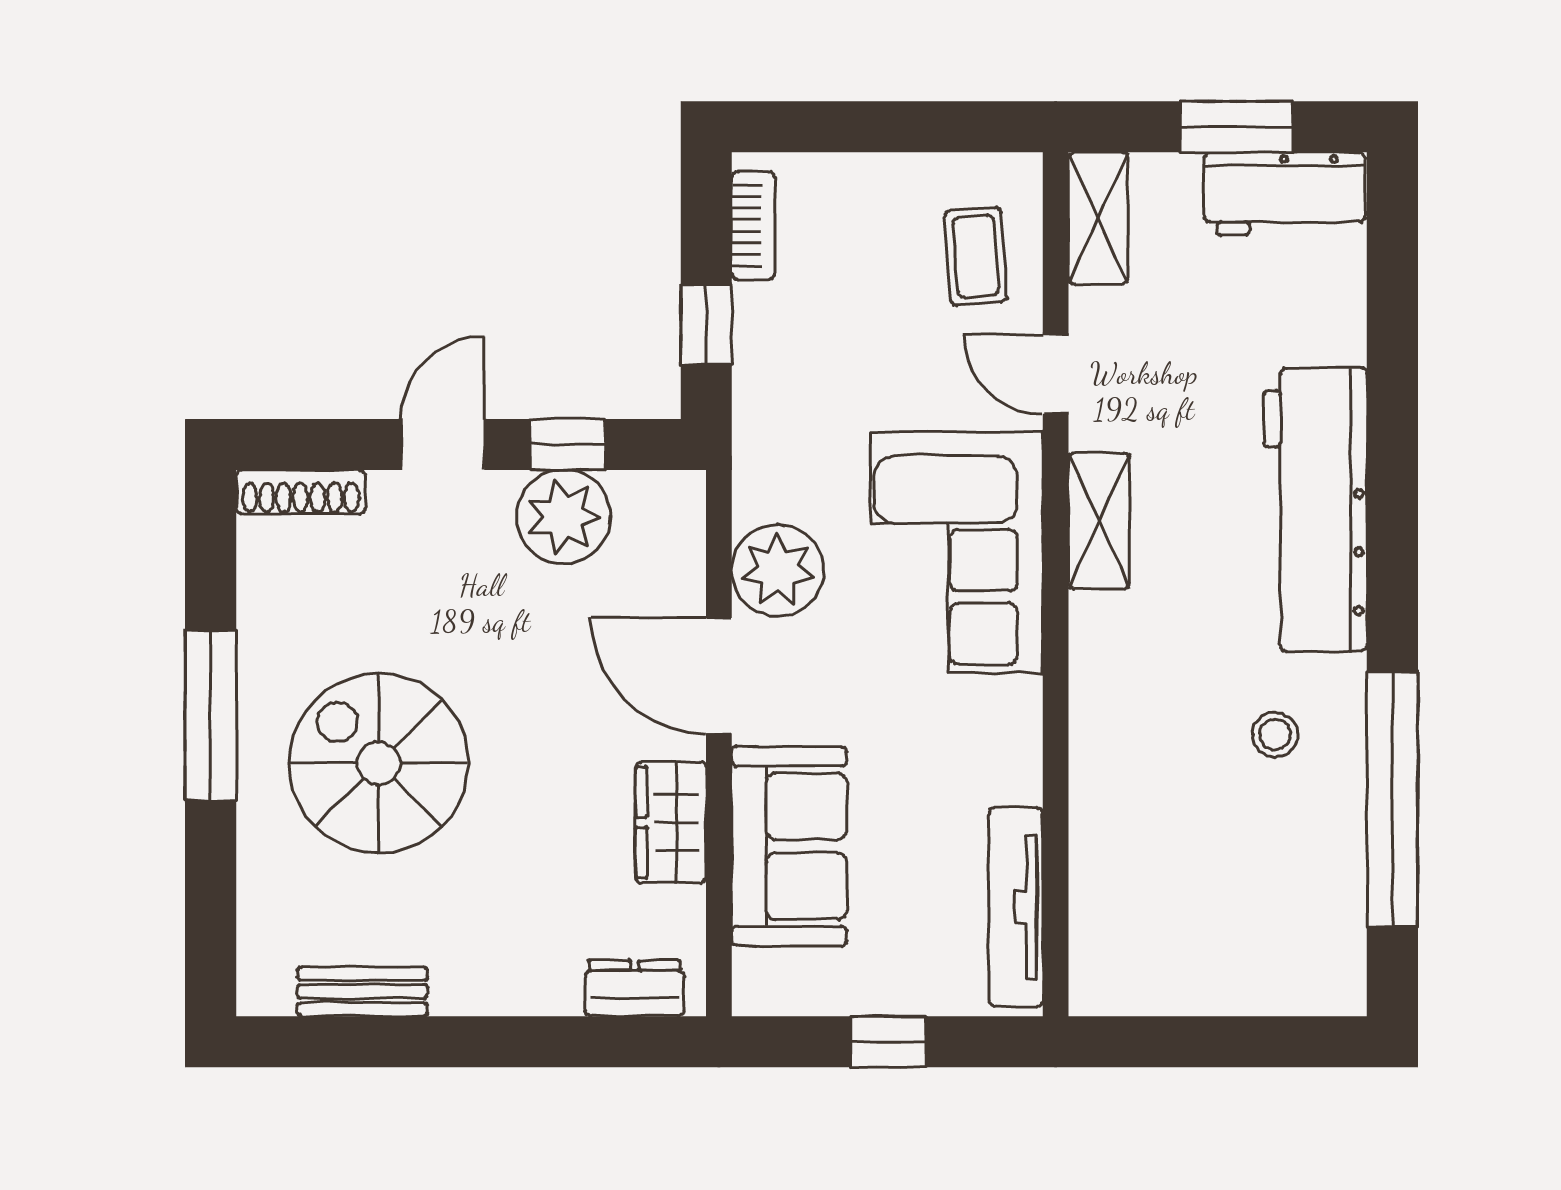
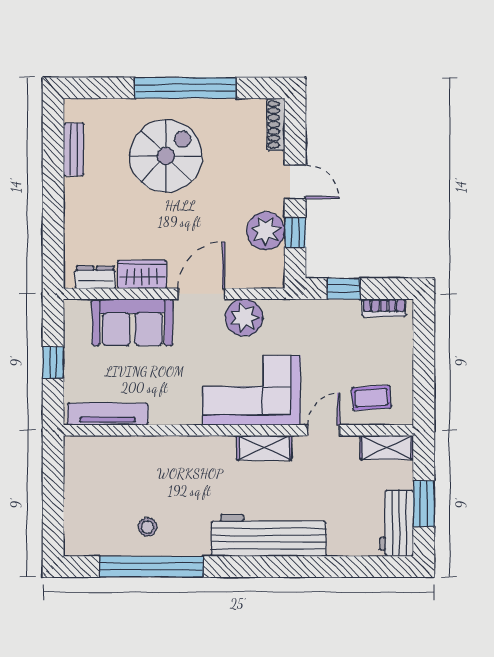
window: (211, 715) -> (185, 88), width x1.46
stool: (1275, 735) -> (148, 527), moved
dresser: (635, 988) -> (95, 277), moved, turned -90

